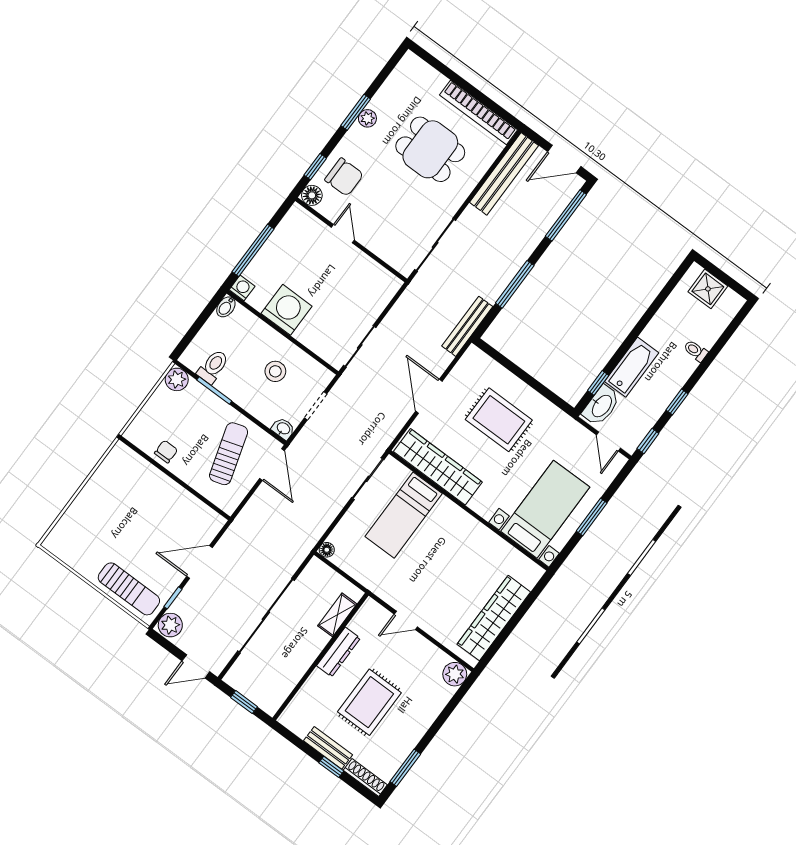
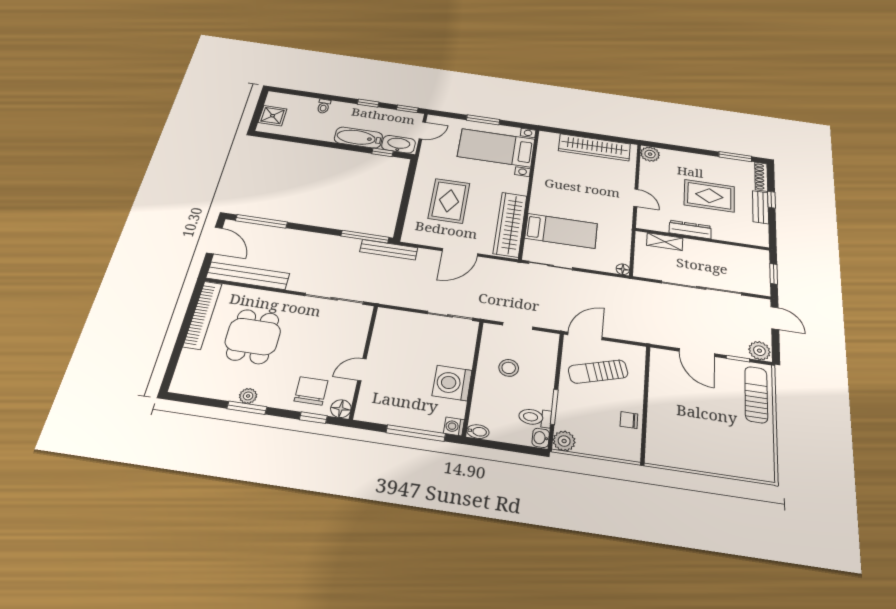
window: (515, 284) -> (365, 237), moved
washbasin: (283, 429) -> (541, 438), moved

